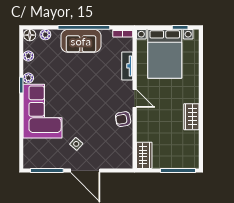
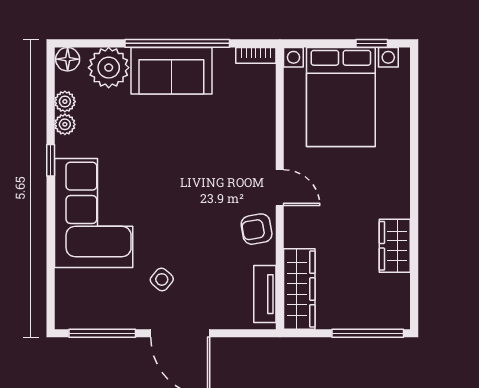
plant: (45, 35) -> (109, 68), width x1.87, depth x1.87
tv unit: (127, 66) -> (265, 294), moved
plant: (28, 78) -> (65, 124), moved
wardrobe: (191, 117) -> (395, 246), moved
wardrobe: (144, 155) -> (299, 289), width x1.50

